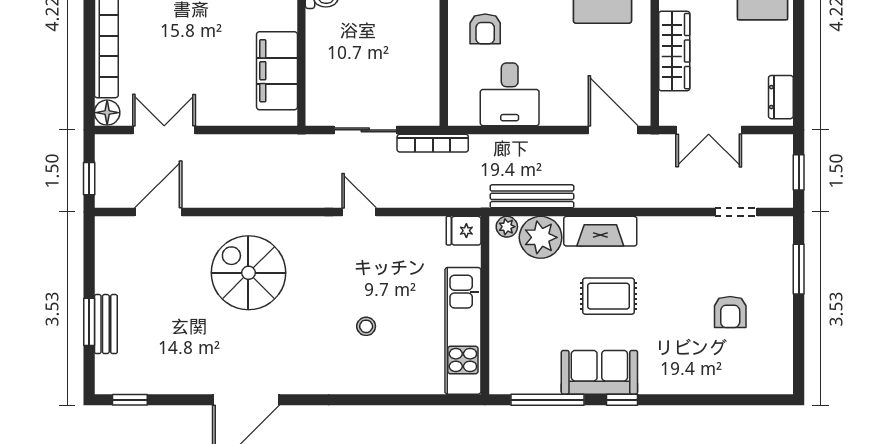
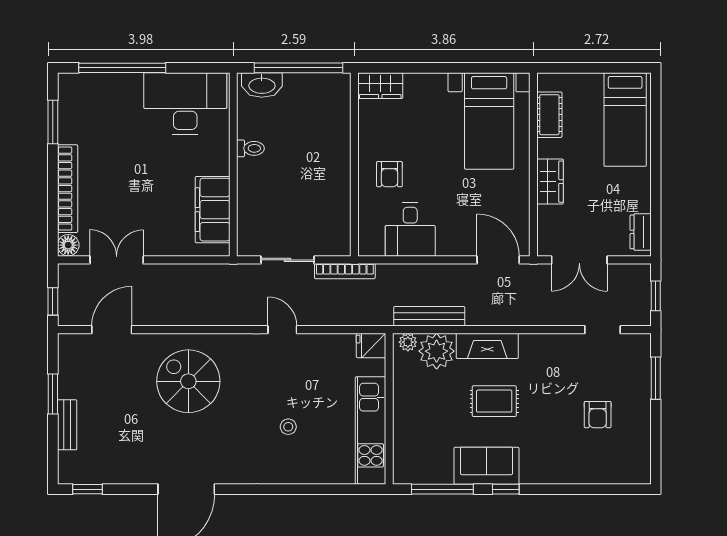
wardrobe: (674, 51) -> (550, 182), width x0.67
window: (89, 322) -> (53, 394), moved

